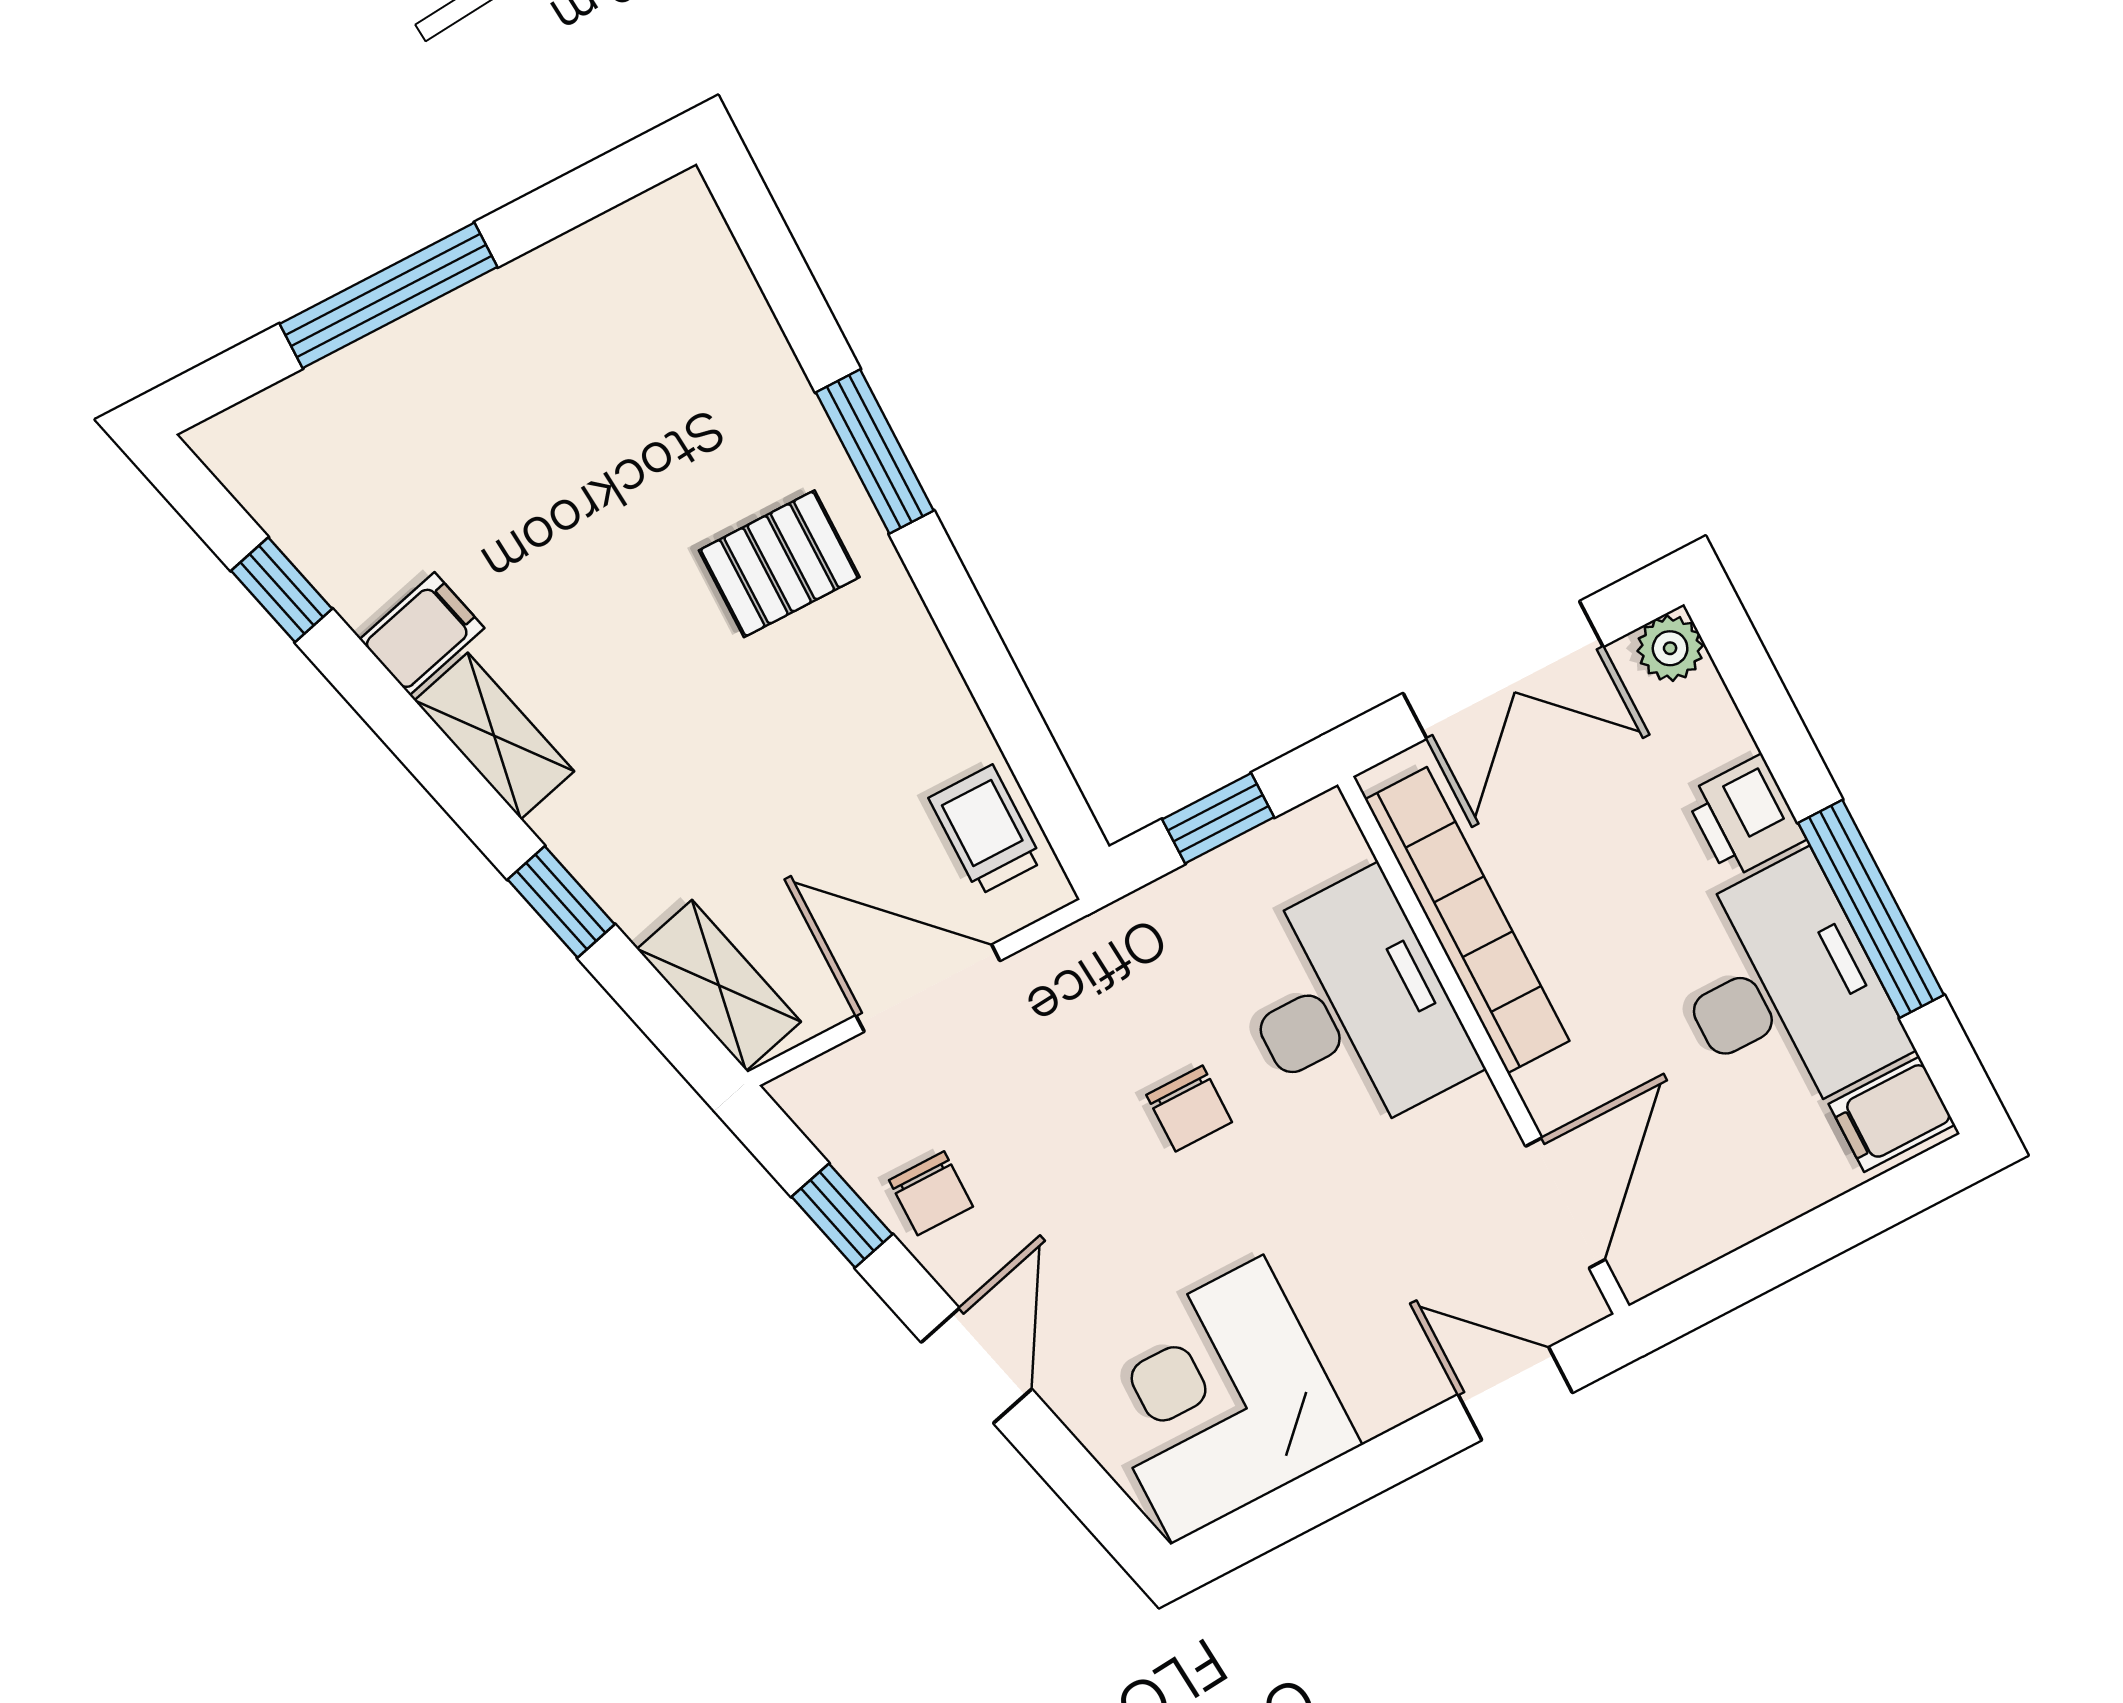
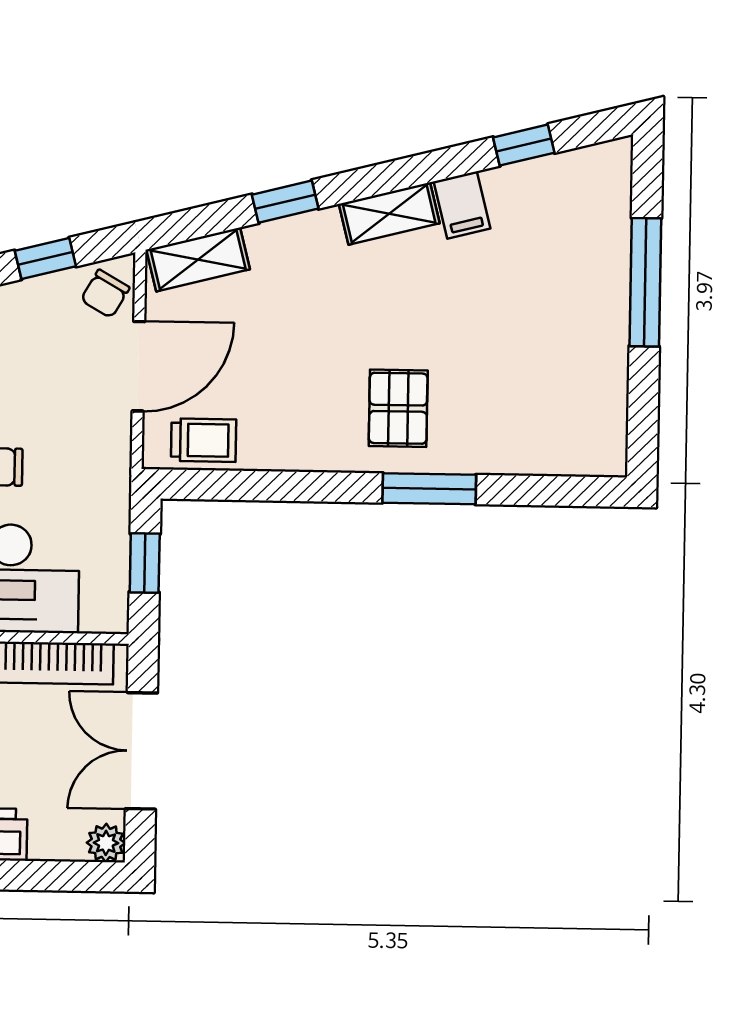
chair: (931, 1193) -> (105, 294), moved, turned -60

